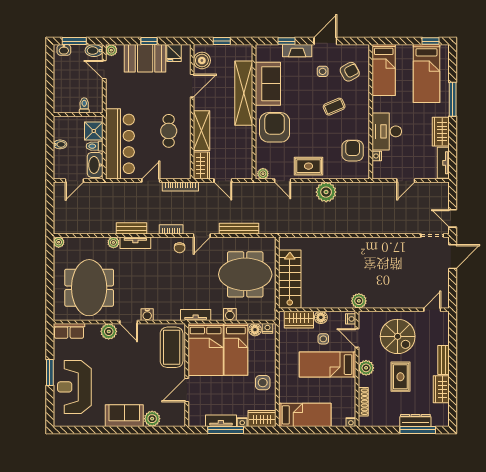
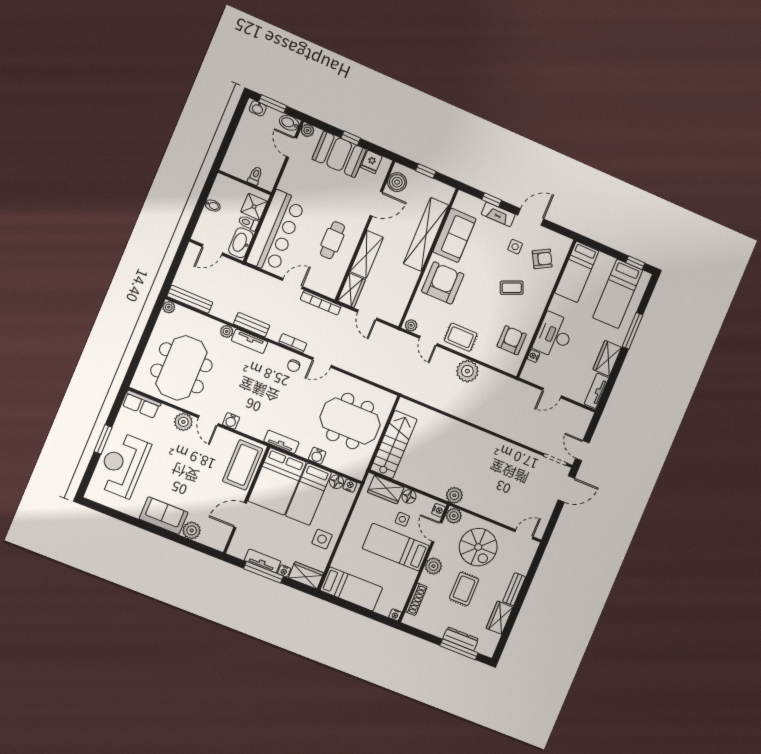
bench: (239, 229) -> (190, 299), moved
plant: (366, 318) -> (454, 516), added

